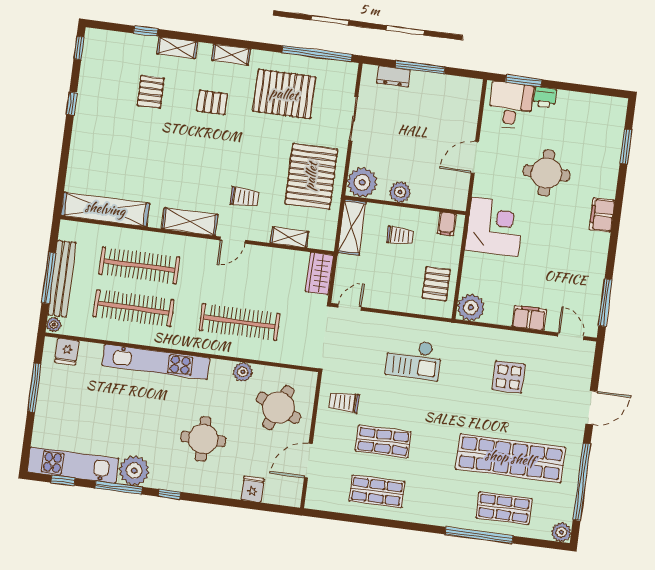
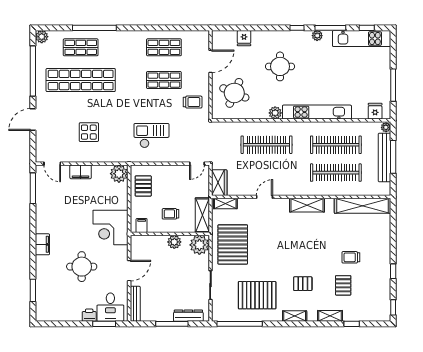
dresser: (393, 76) -> (188, 316), width x1.44
bench: (472, 105) -> (135, 304), added
trolley: (245, 197) -> (351, 257), moved
shelving: (290, 237) -> (225, 203), moved
door: (233, 240) -> (264, 197), moved
plant: (243, 372) -> (275, 113), moved
plant: (134, 471) -> (317, 36), width x0.53, depth x0.53

